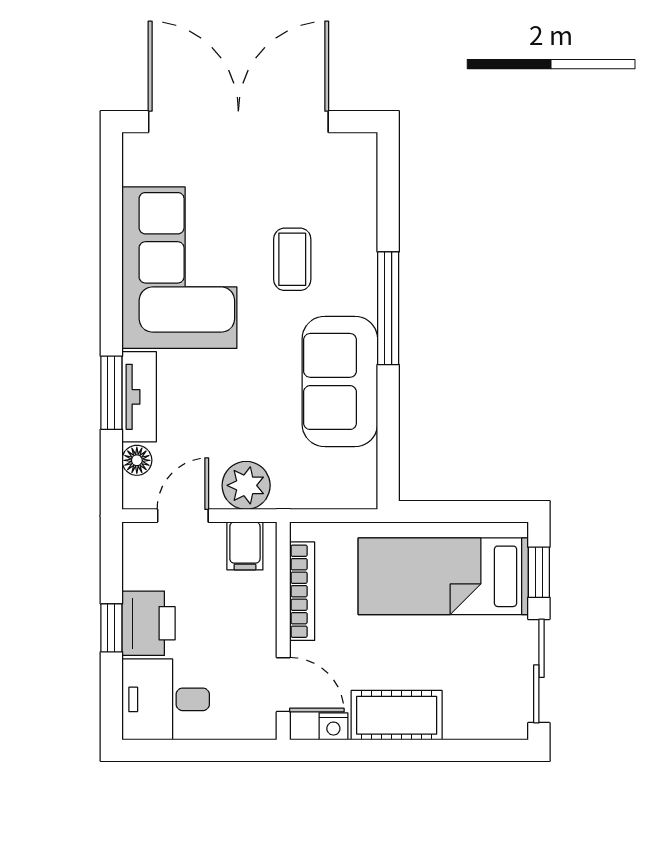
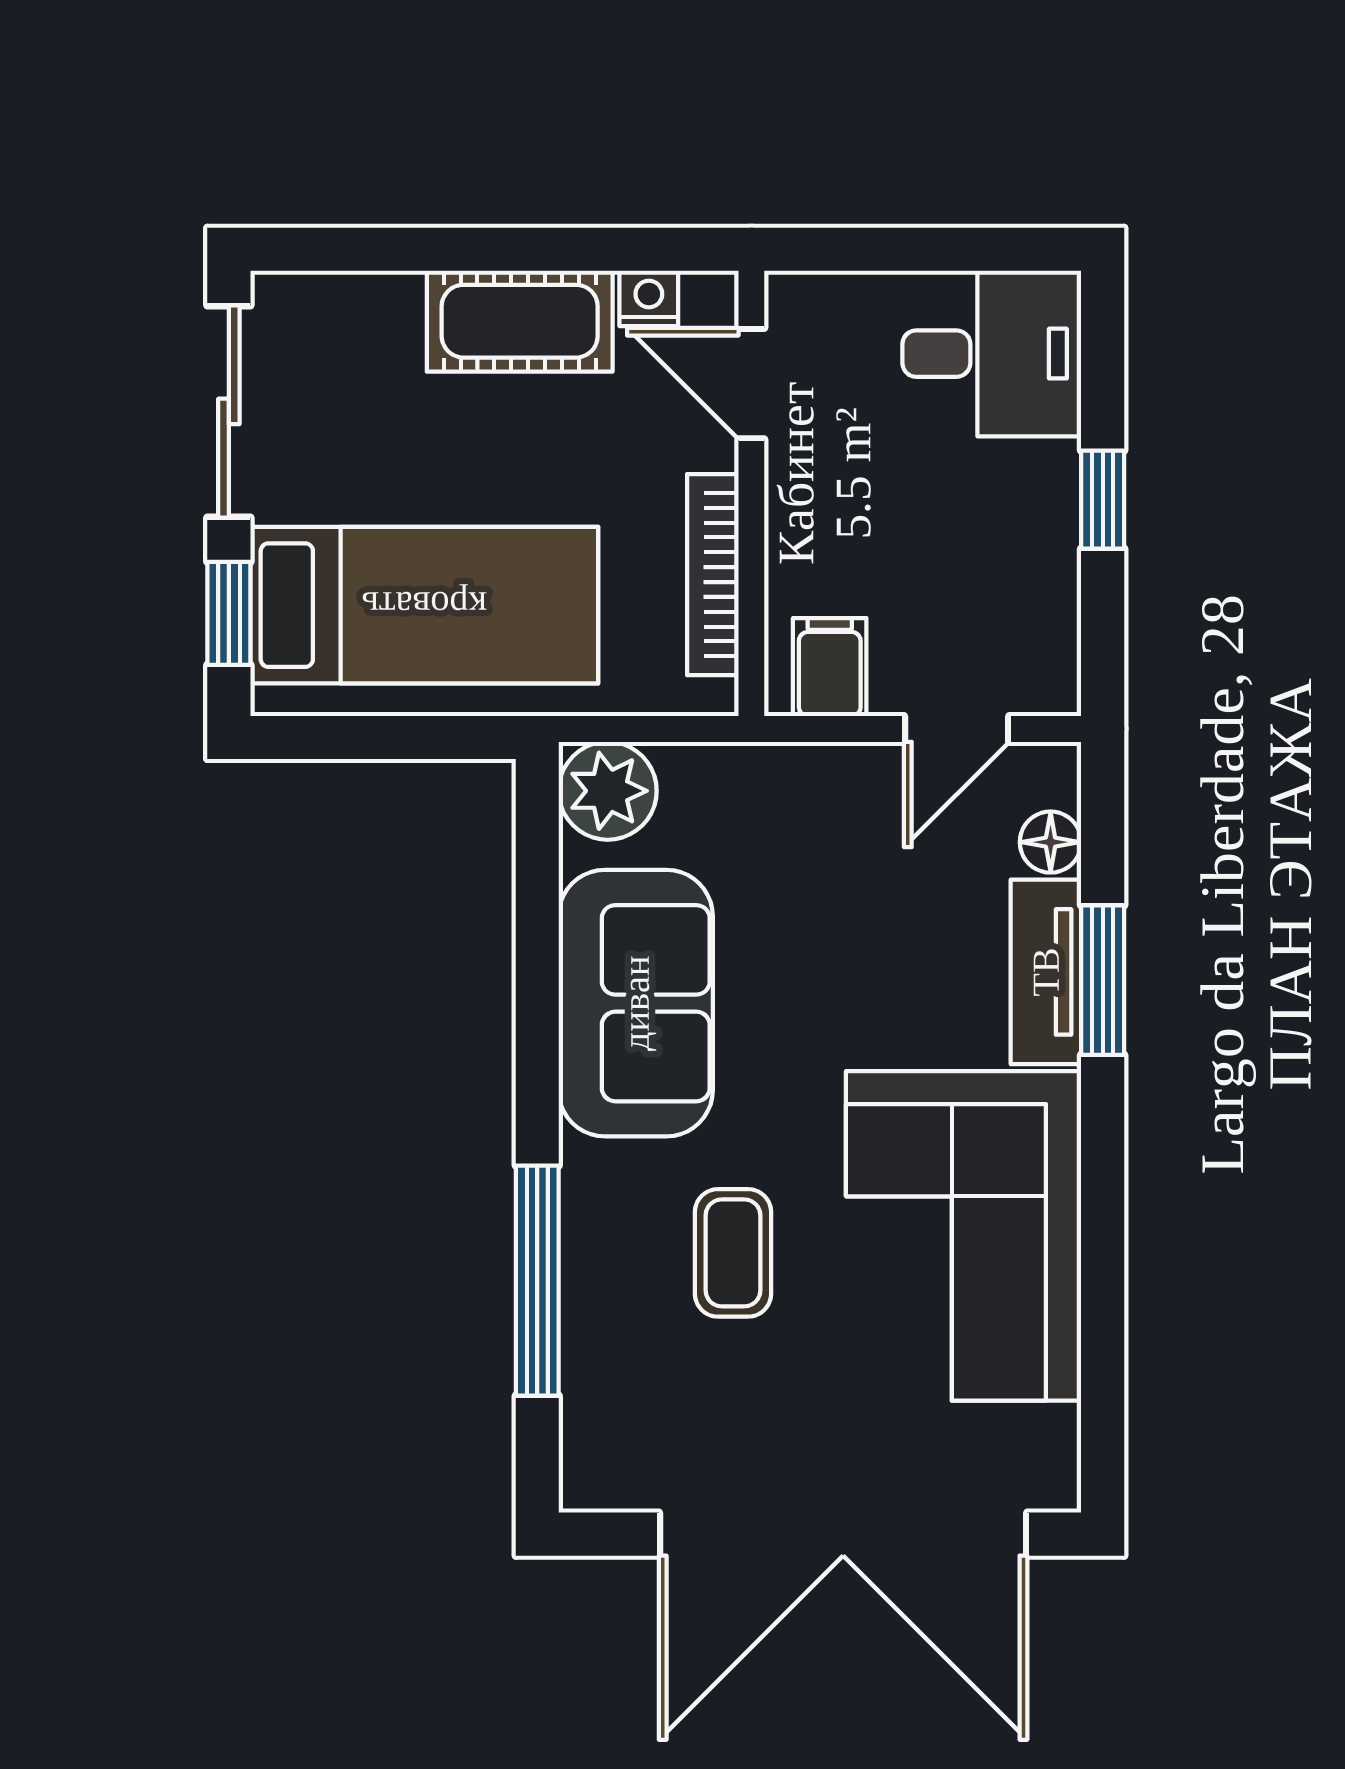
window: (388, 308) -> (537, 1281), moved
plant: (246, 485) -> (608, 791), moved
printer: (148, 623) -> (1027, 509), removed

